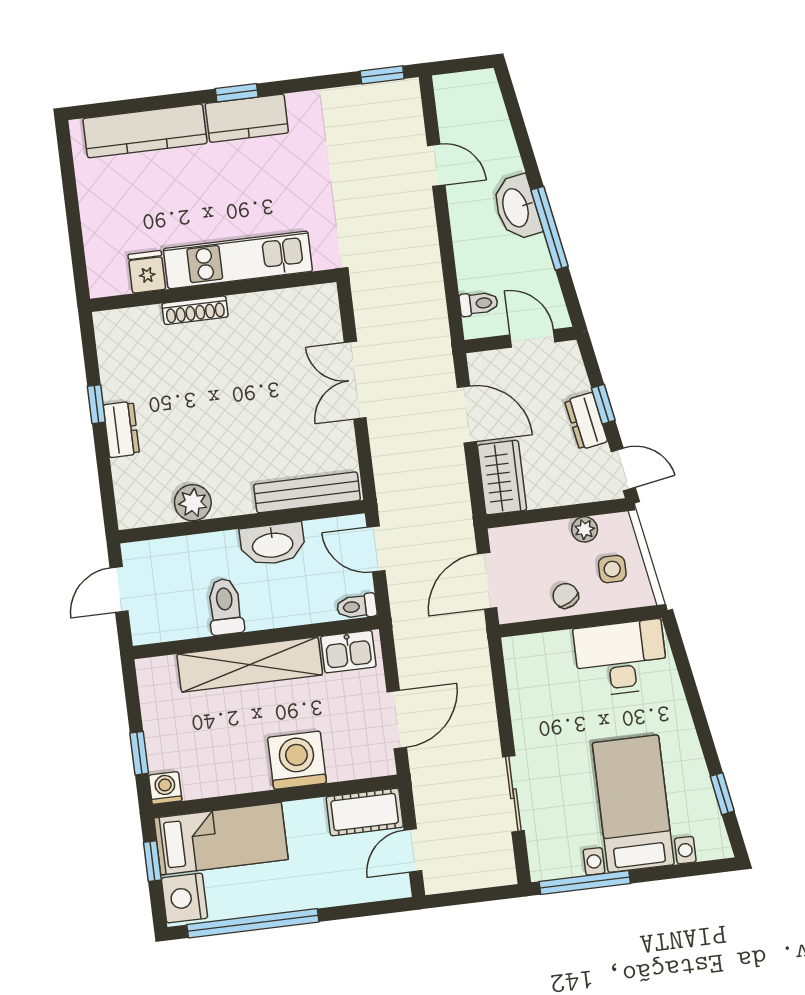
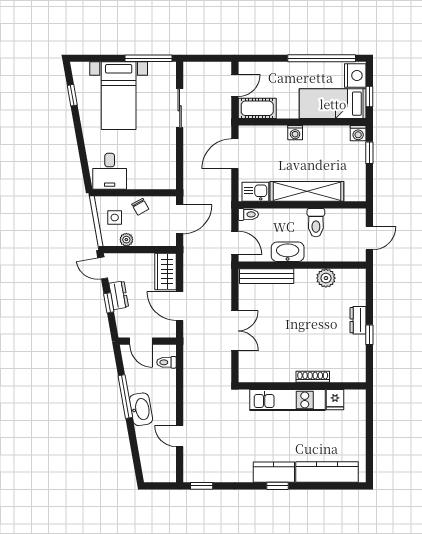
desk: (621, 658) -> (110, 171), width x0.73
washing machine: (297, 760) -> (295, 133), width x0.53, depth x0.53

